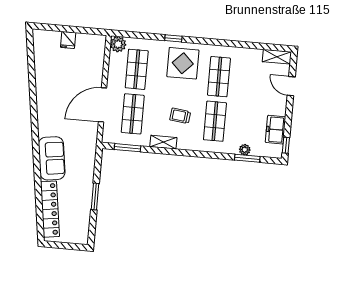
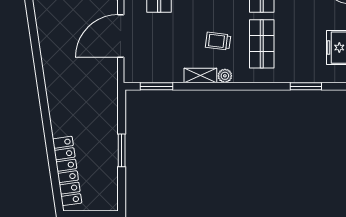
shop shelf: (133, 114) -> (159, 44), removed
plant: (245, 150) -> (225, 76), moved
sofa: (52, 158) -> (64, 108), removed

